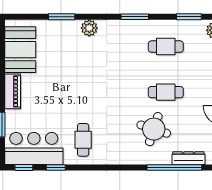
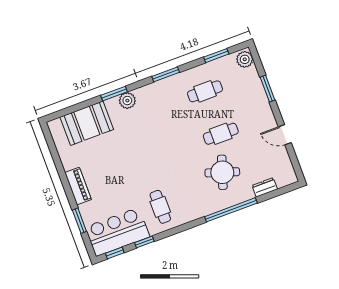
window: (62, 17) -> (114, 94), moved
booth: (20, 50) -> (87, 123), moved, turned 90
dresser: (188, 158) -> (265, 187), width x0.70
window: (174, 167) -> (231, 210), moved

